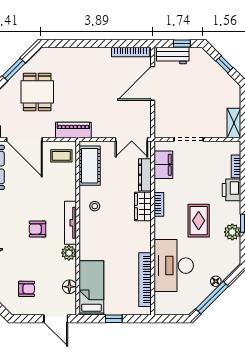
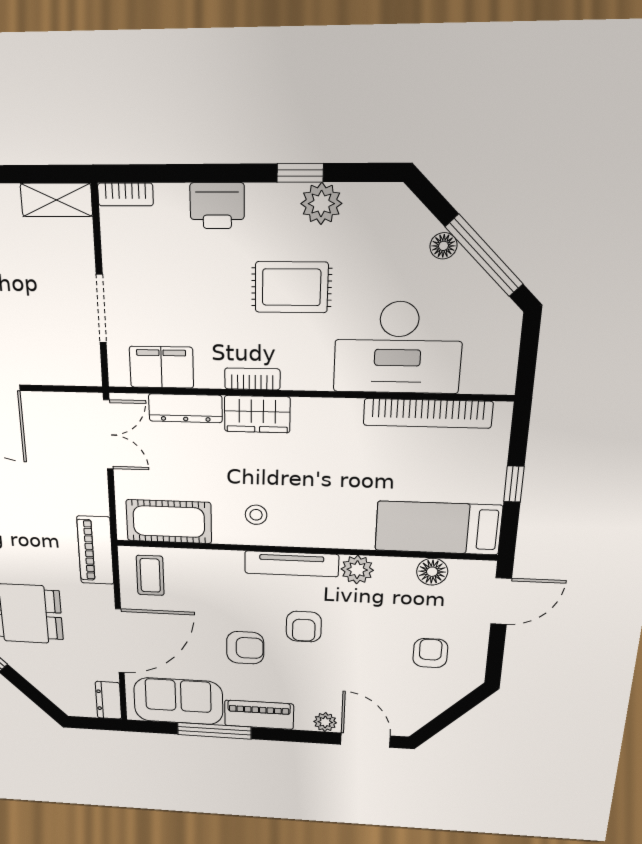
bookcase: (236, 166) -> (125, 194), moved
armchair: (24, 201) -> (245, 648), added

